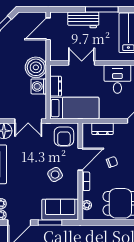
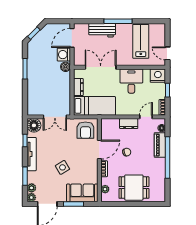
double door: (82, 63) -> (101, 67), width x1.37
boiler: (36, 67) -> (66, 67), width x0.54, depth x0.54
washing machine: (39, 86) -> (64, 55), moved
dresser: (102, 129) -> (129, 124), moved
side table: (55, 175) -> (62, 167), moved

